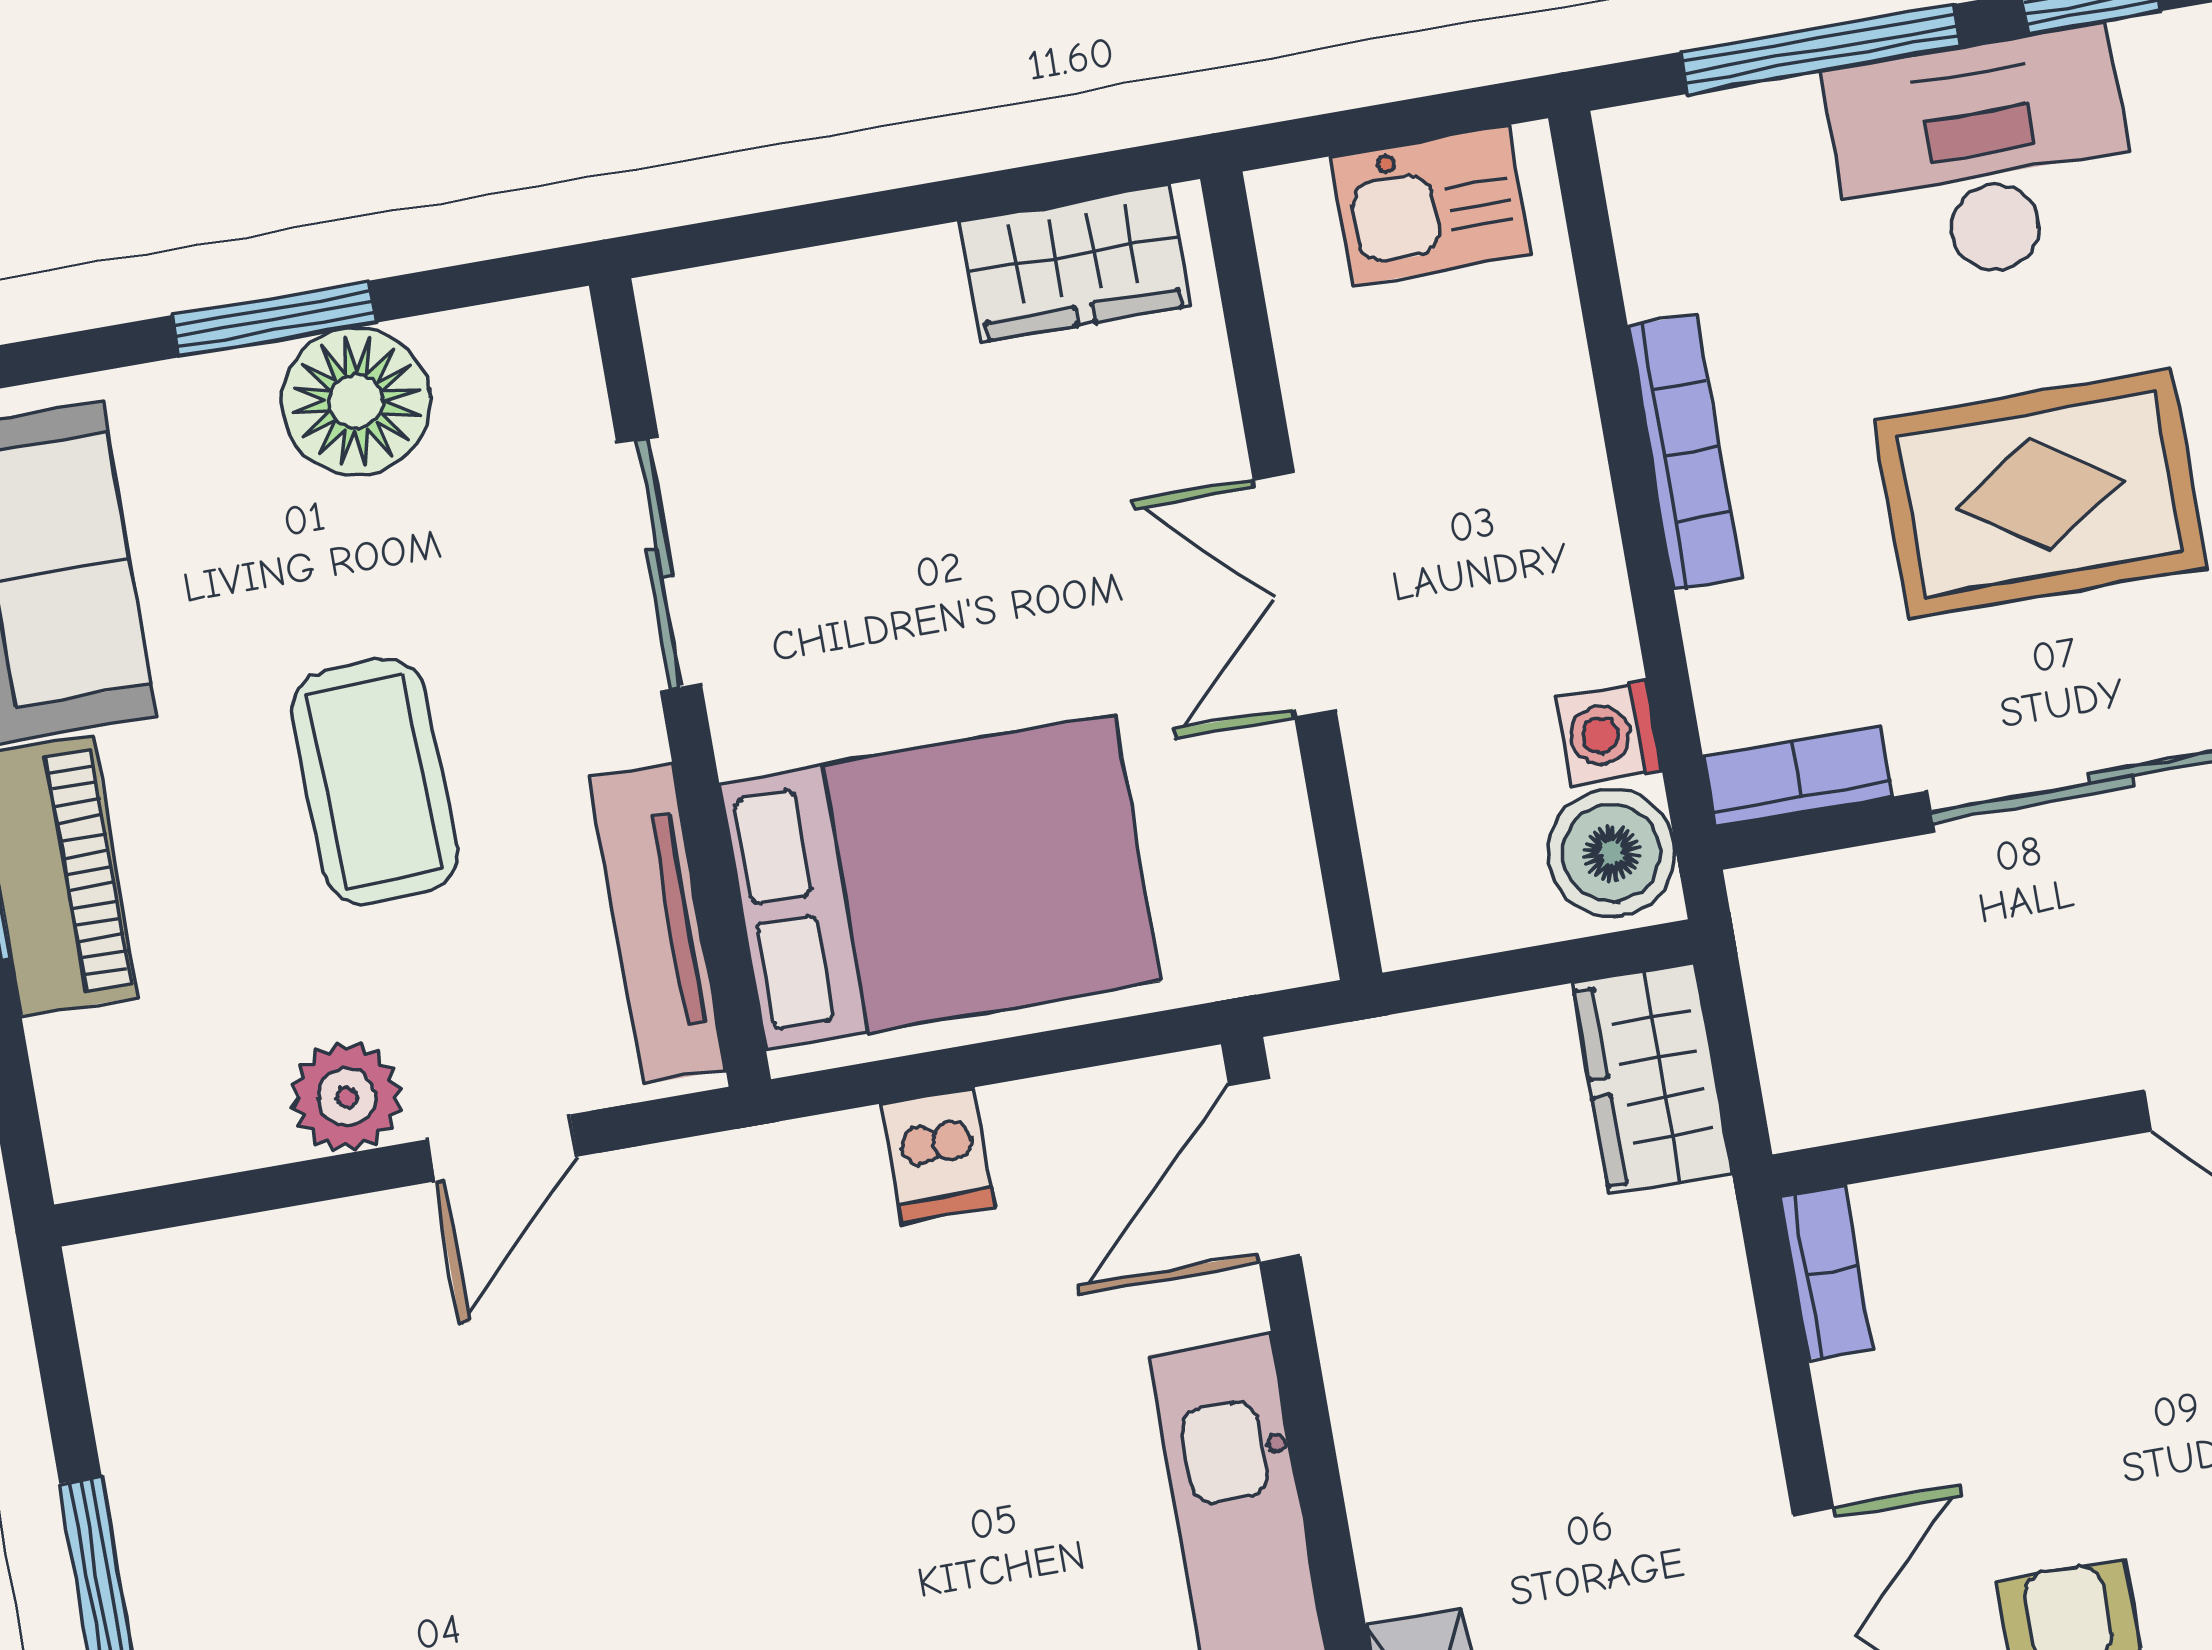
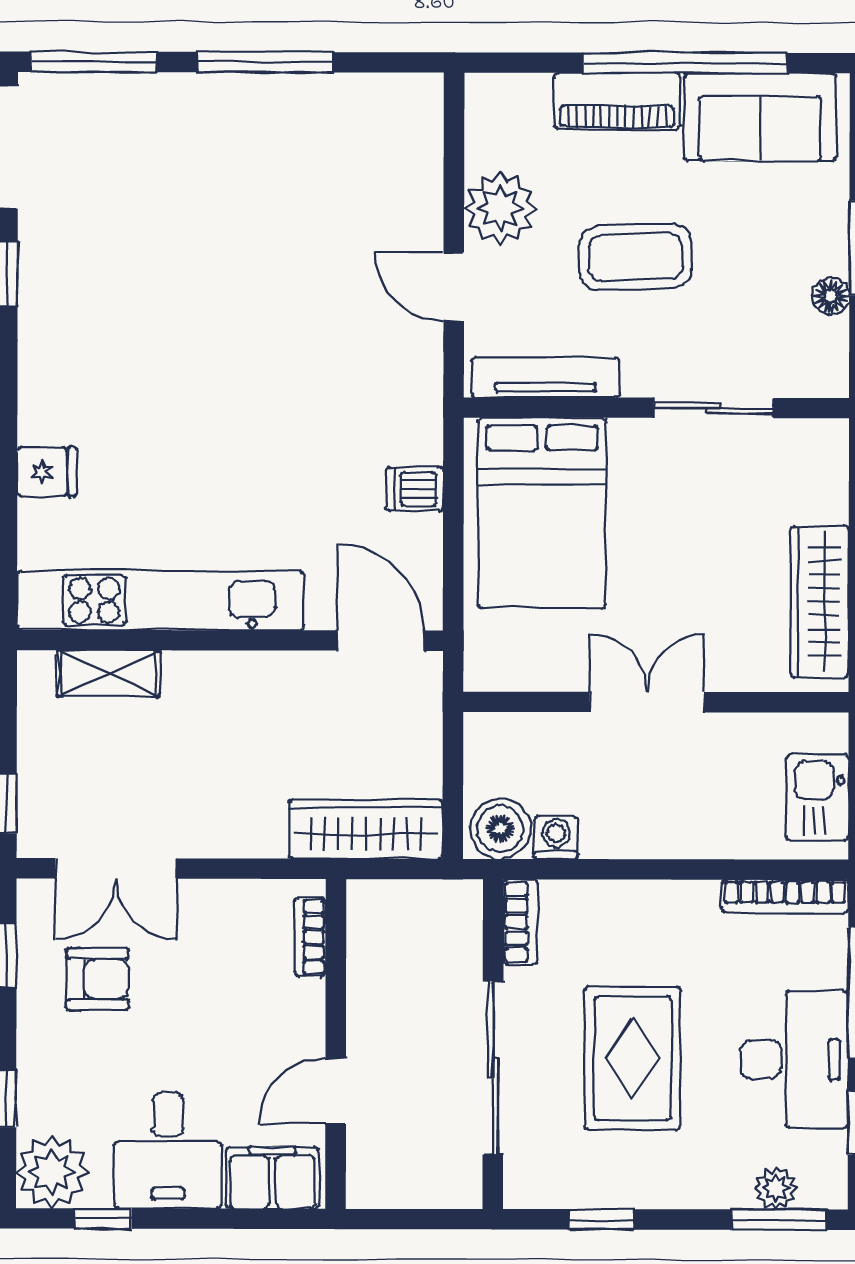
wardrobe: (1075, 263) -> (820, 602), width x1.50
floor lamp: (356, 401) -> (831, 296), width x0.53, depth x0.53
bookcase: (1685, 452) -> (785, 896), moved
wardrobe: (1652, 1079) -> (366, 829), width x1.50
plant: (347, 1097) -> (500, 208), width x1.36, depth x1.36
bookcase: (1827, 1272) -> (310, 937), moved, turned 90

